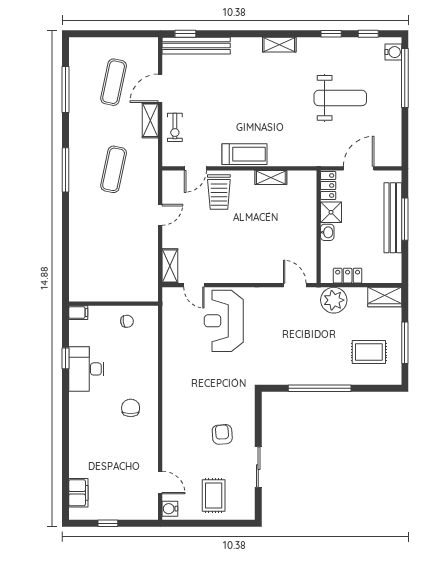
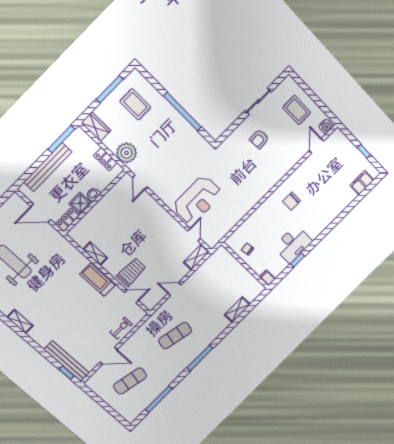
shelving: (150, 120) -> (237, 309), moved
window: (405, 219) -> (61, 139), moved
rug: (214, 495) -> (297, 110), turned 90

